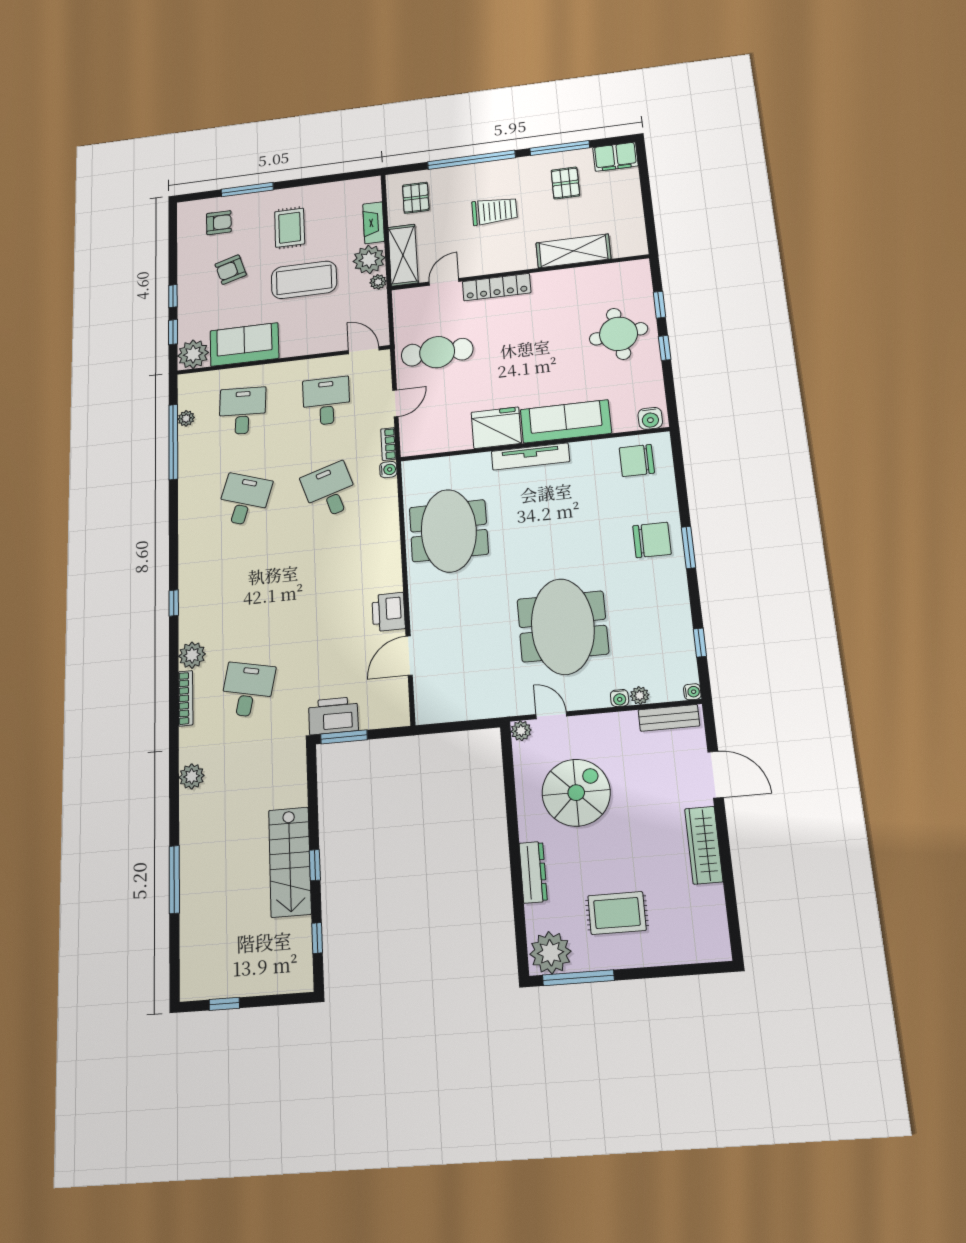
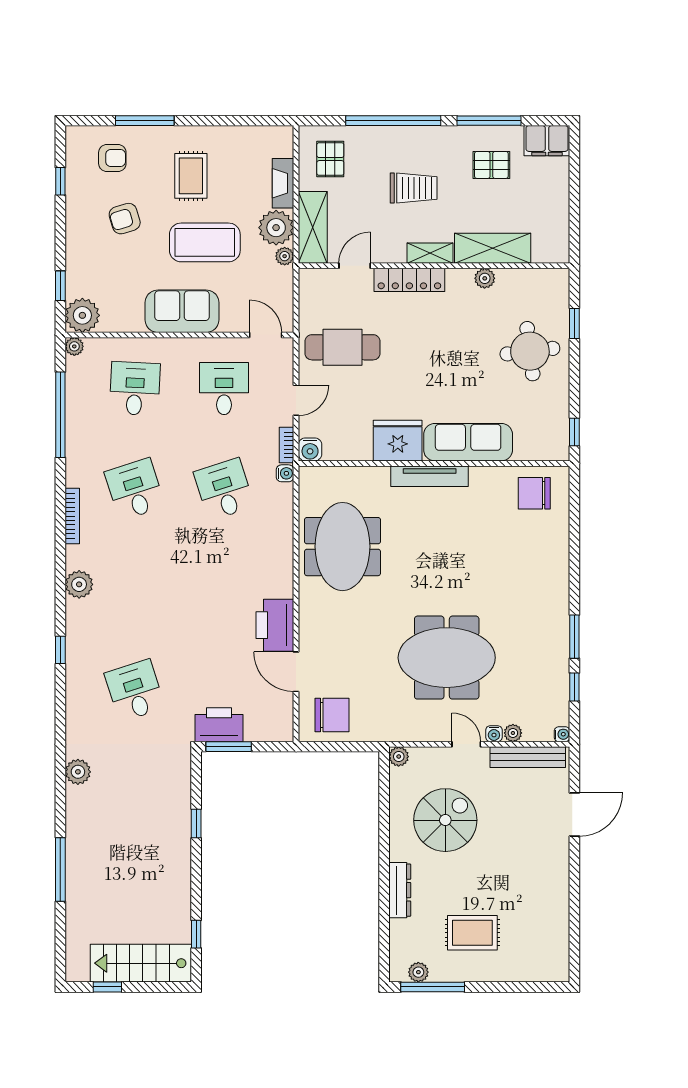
pallet: (565, 183) -> (491, 165), turned 90
shelving: (514, 262) -> (430, 253), added
plant: (568, 277) -> (485, 278), added
window: (173, 296) -> (60, 181), moved
sofa: (244, 344) -> (182, 311), moved
window: (665, 348) -> (574, 432), moved
plant: (186, 418) -> (74, 346), moved
water cooler: (650, 418) -> (310, 449), moved
desk: (244, 500) -> (135, 489), turned -36
chair: (652, 540) -> (332, 715), moved
window: (689, 547) -> (574, 637), moved
window: (174, 603) -> (60, 650), moved
printer: (389, 612) -> (275, 625), width x1.37, depth x1.19
meeting table: (563, 626) -> (447, 658), turned 90
plant: (192, 655) -> (79, 584), moved
door: (409, 656) -> (296, 672), hinge flipped
desk: (248, 690) -> (135, 691), turned -30
bookcase: (186, 698) -> (72, 516), moved
door: (551, 715) -> (466, 744), moved
bench: (669, 718) -> (528, 757), width x1.36
door: (716, 775) -> (574, 815), hinge flipped
wardrobe: (704, 845) -> (556, 878), removed
stairs: (290, 862) -> (141, 963), moved, turned 90
window: (315, 865) -> (196, 824), moved
plant: (550, 953) -> (418, 972), width x0.53, depth x0.53

